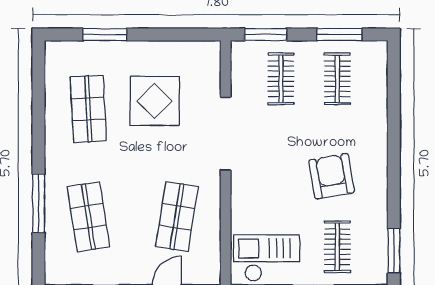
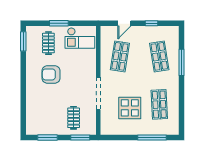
window: (105, 35) -> (152, 138), width x1.44
clothes rail: (337, 79) -> (48, 118), removed
armchair: (332, 176) -> (51, 74), turned 100

